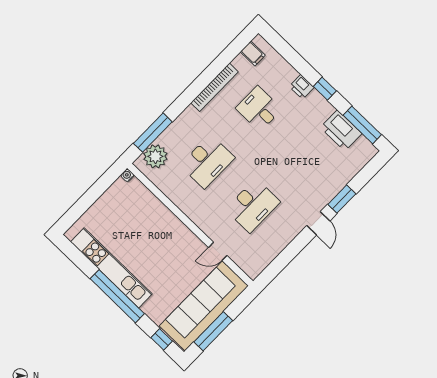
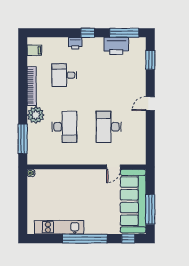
plant: (155, 156) -> (36, 115), moved
window: (342, 199) -> (150, 60), moved
desk: (253, 206) -> (109, 127), turned 180
door: (318, 223) -> (150, 104), swing flipped
kitchen unit: (111, 268) -> (59, 227), width x0.73

